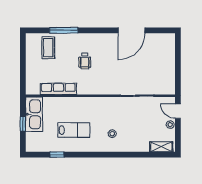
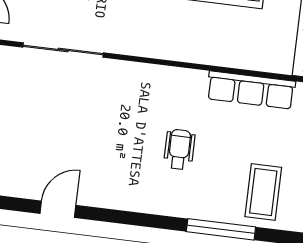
door: (131, 30) -> (58, 209), width x0.53

